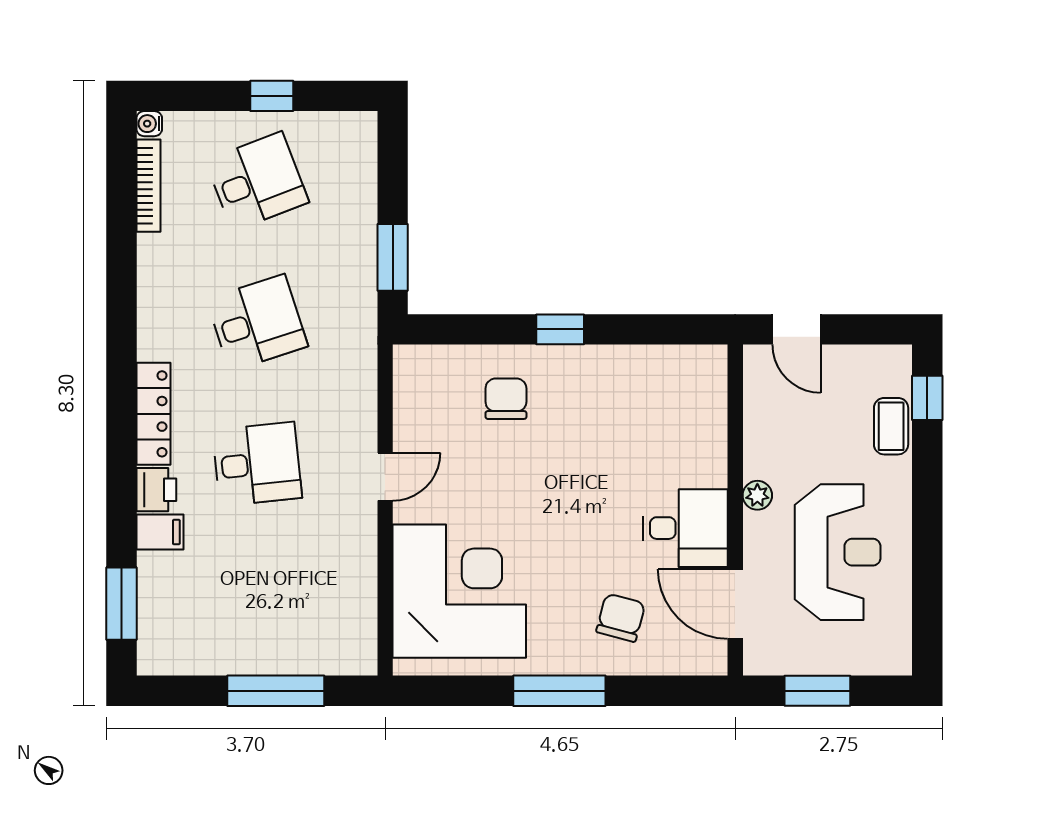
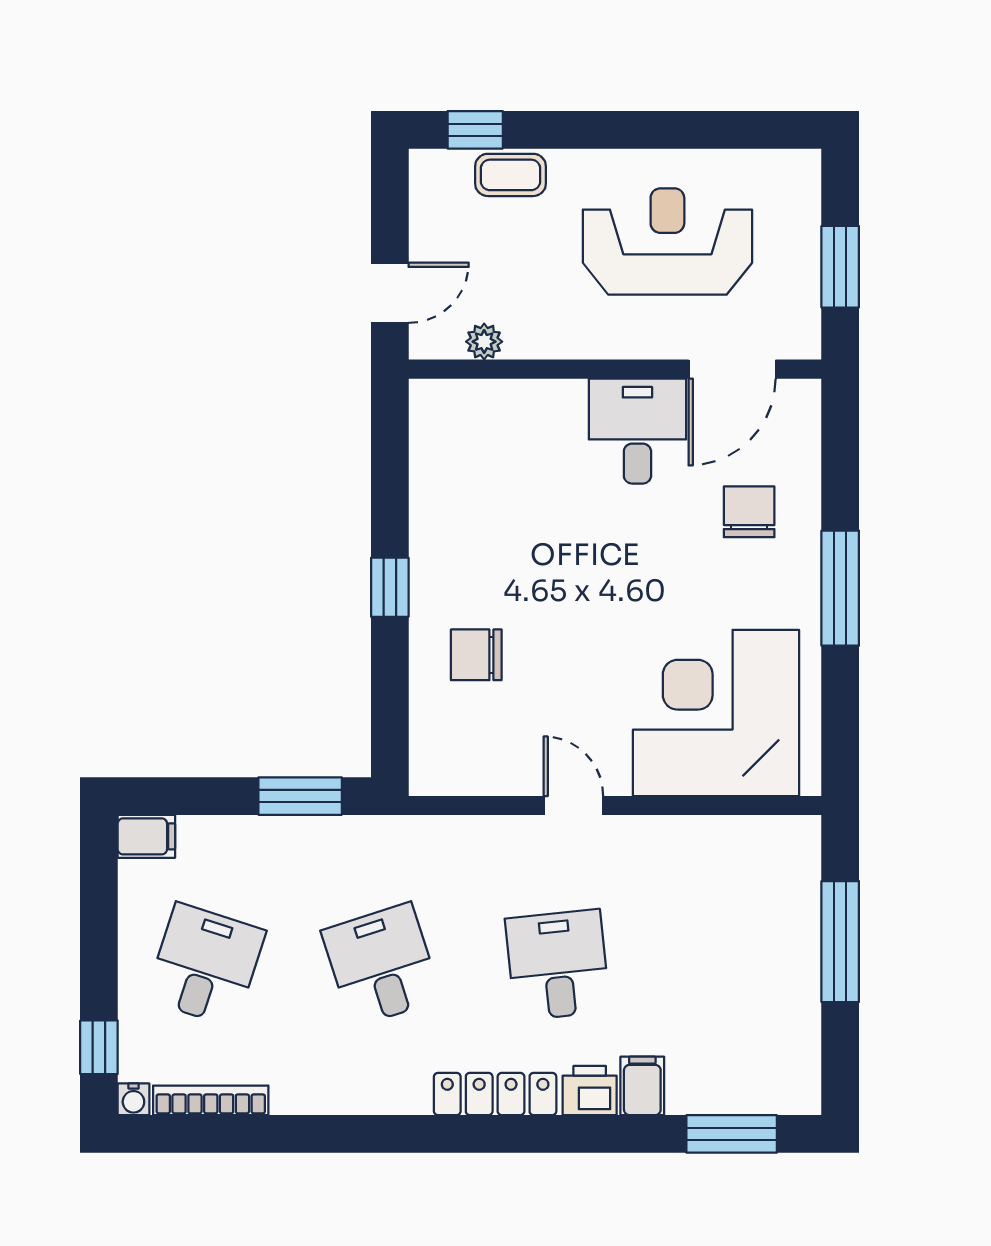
window: (272, 96) -> (99, 1047), moved
filing cabinet: (360, 134) -> (146, 836), added
desk: (257, 181) -> (205, 965), turned 39
plant: (757, 495) -> (484, 342), moved
chair: (621, 618) -> (749, 512), turned 75

